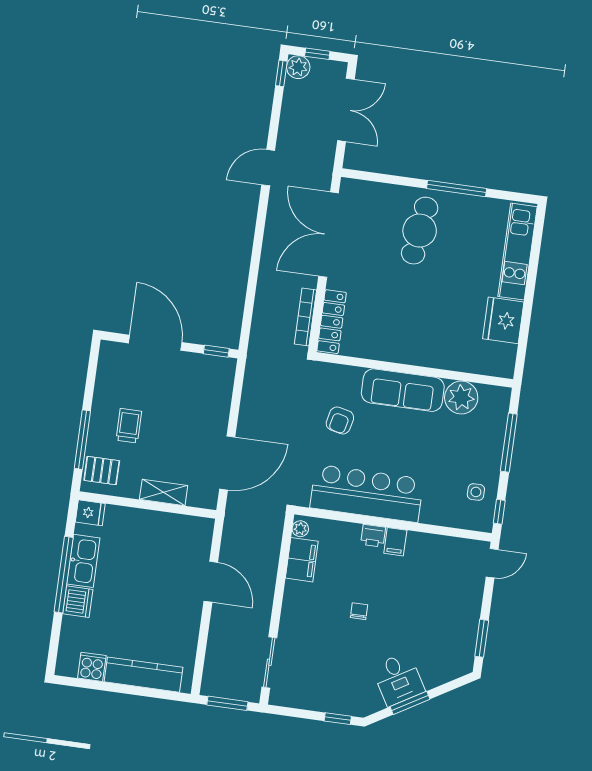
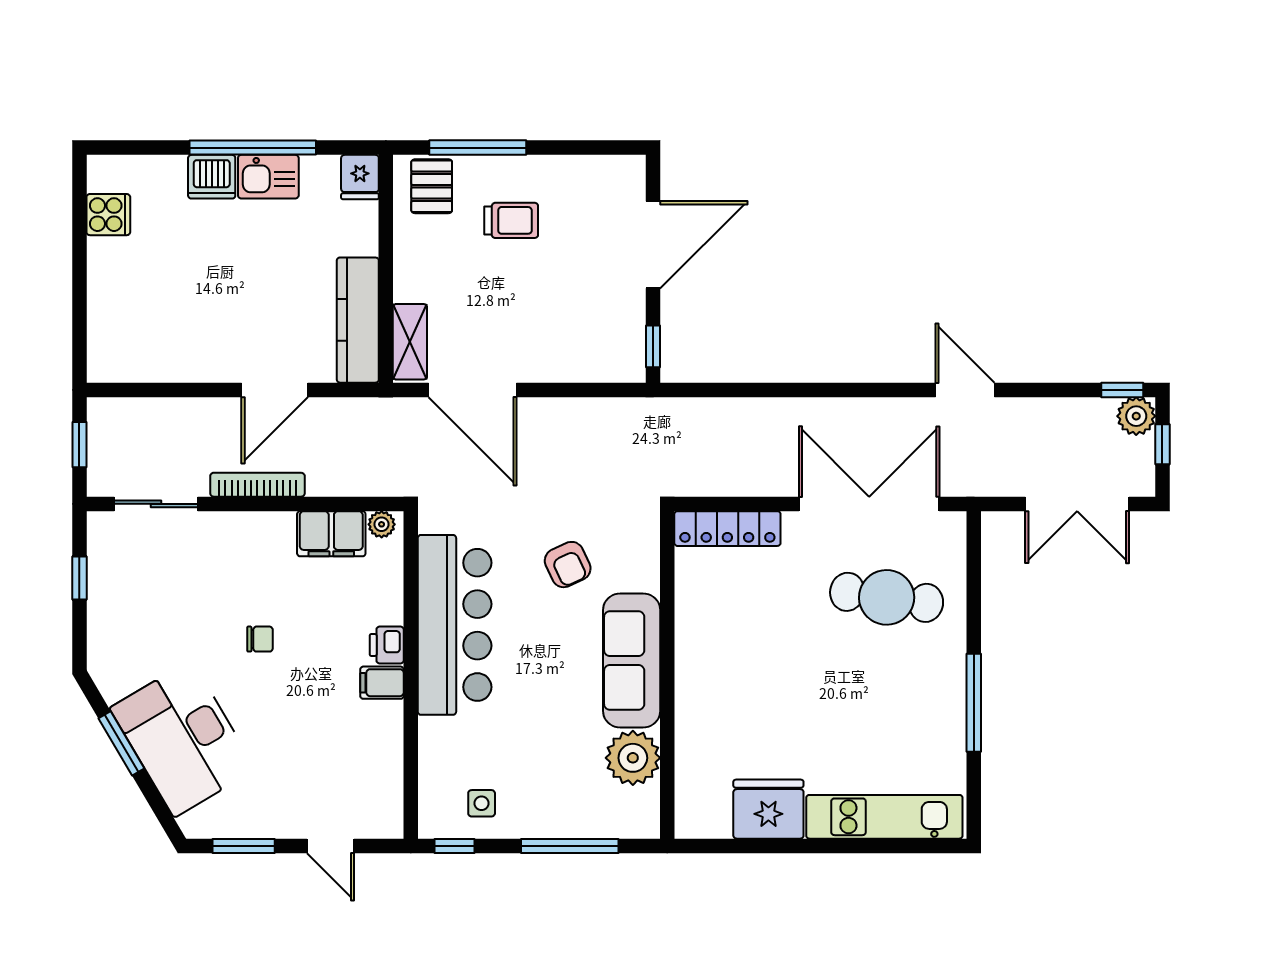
cafe table: (420, 231) -> (887, 597), moved
bookcase: (305, 317) -> (257, 485), moved
armchair: (340, 420) -> (568, 565), turned -128
shelving: (164, 492) -> (410, 342), moved
kitchen sink: (83, 561) -> (268, 177), width x0.73
door: (492, 563) -> (330, 846), moved
kitchen counter: (143, 675) -> (358, 320), moved, turned 180
desk: (398, 679) -> (183, 739), width x1.87, depth x1.30
window: (227, 703) -> (79, 445), width x0.67
window: (338, 719) -> (79, 578), moved

